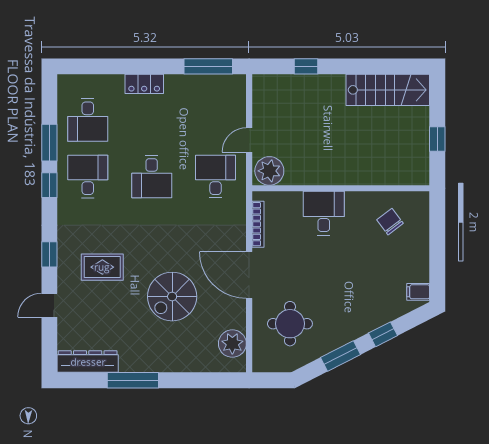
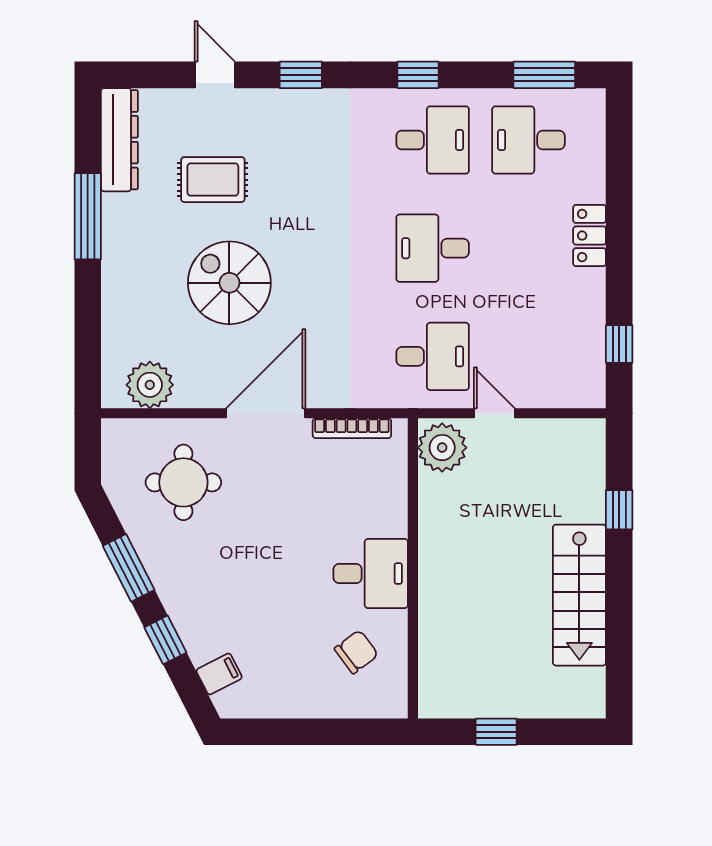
window: (208, 66) -> (619, 344), width x0.46
stairs: (388, 90) -> (579, 595), moved
window: (49, 143) -> (544, 75), moved
desk: (324, 213) -> (371, 574), moved
rug: (102, 267) -> (213, 180), moved, turned 90
filing cabinet: (418, 292) -> (219, 674), moved, turned 63

